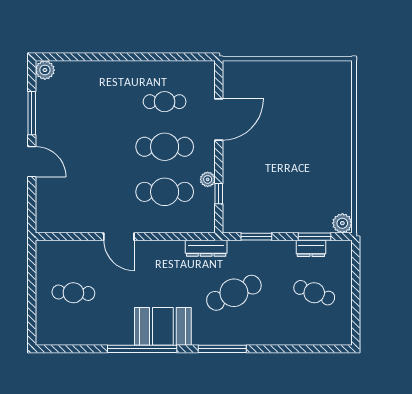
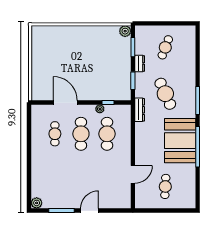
door: (119, 237) -> (133, 174), moved
dresser: (311, 248) -> (140, 63), moved
booth: (163, 326) -> (180, 141), width x1.36, depth x1.42

